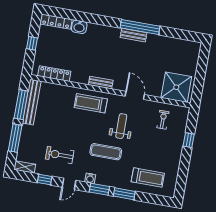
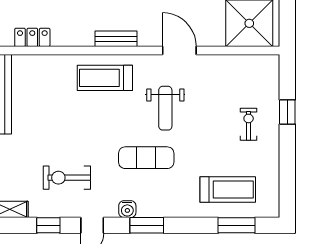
locker: (54, 74) -> (32, 37), width x0.66
exercise bike: (163, 120) -> (249, 124), moved
weight bench: (121, 126) -> (165, 108), turned 180
window: (124, 194) -> (237, 225), moved

